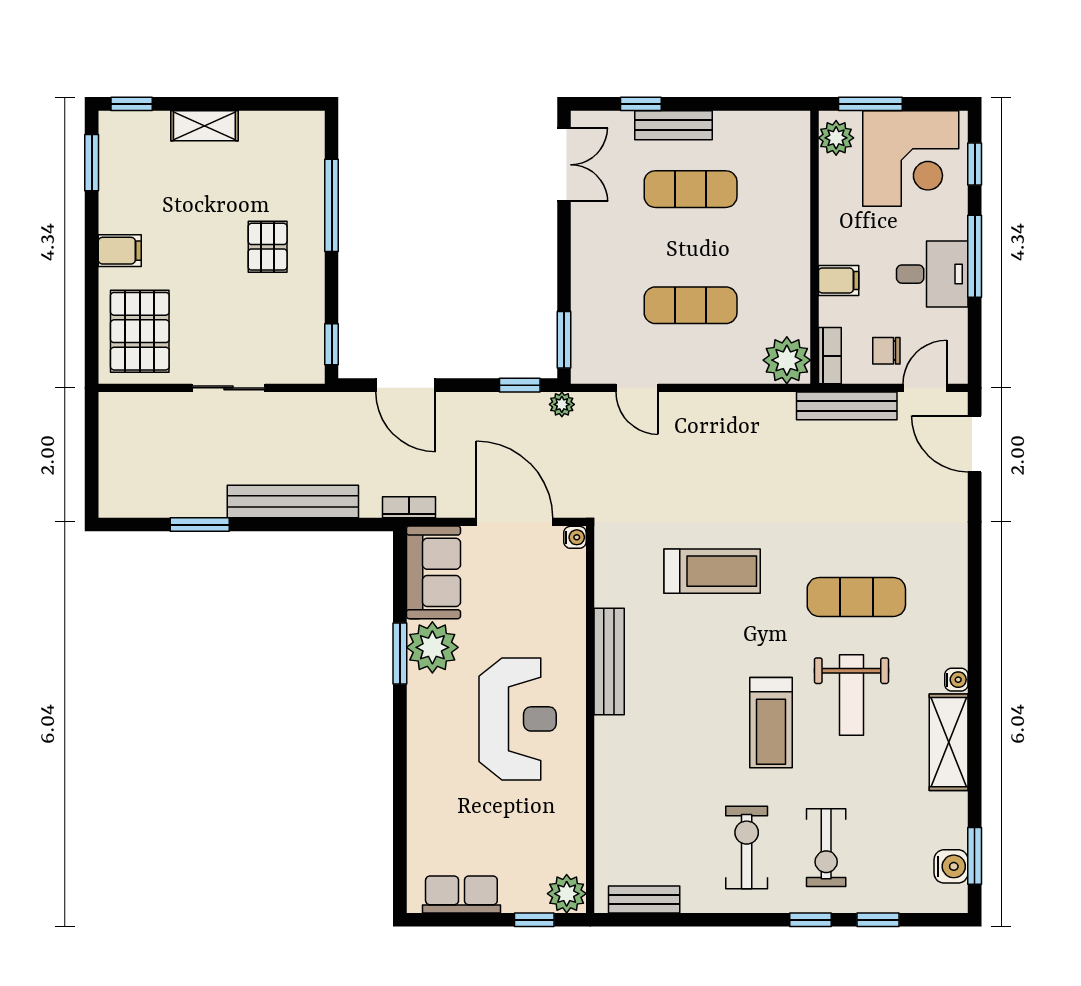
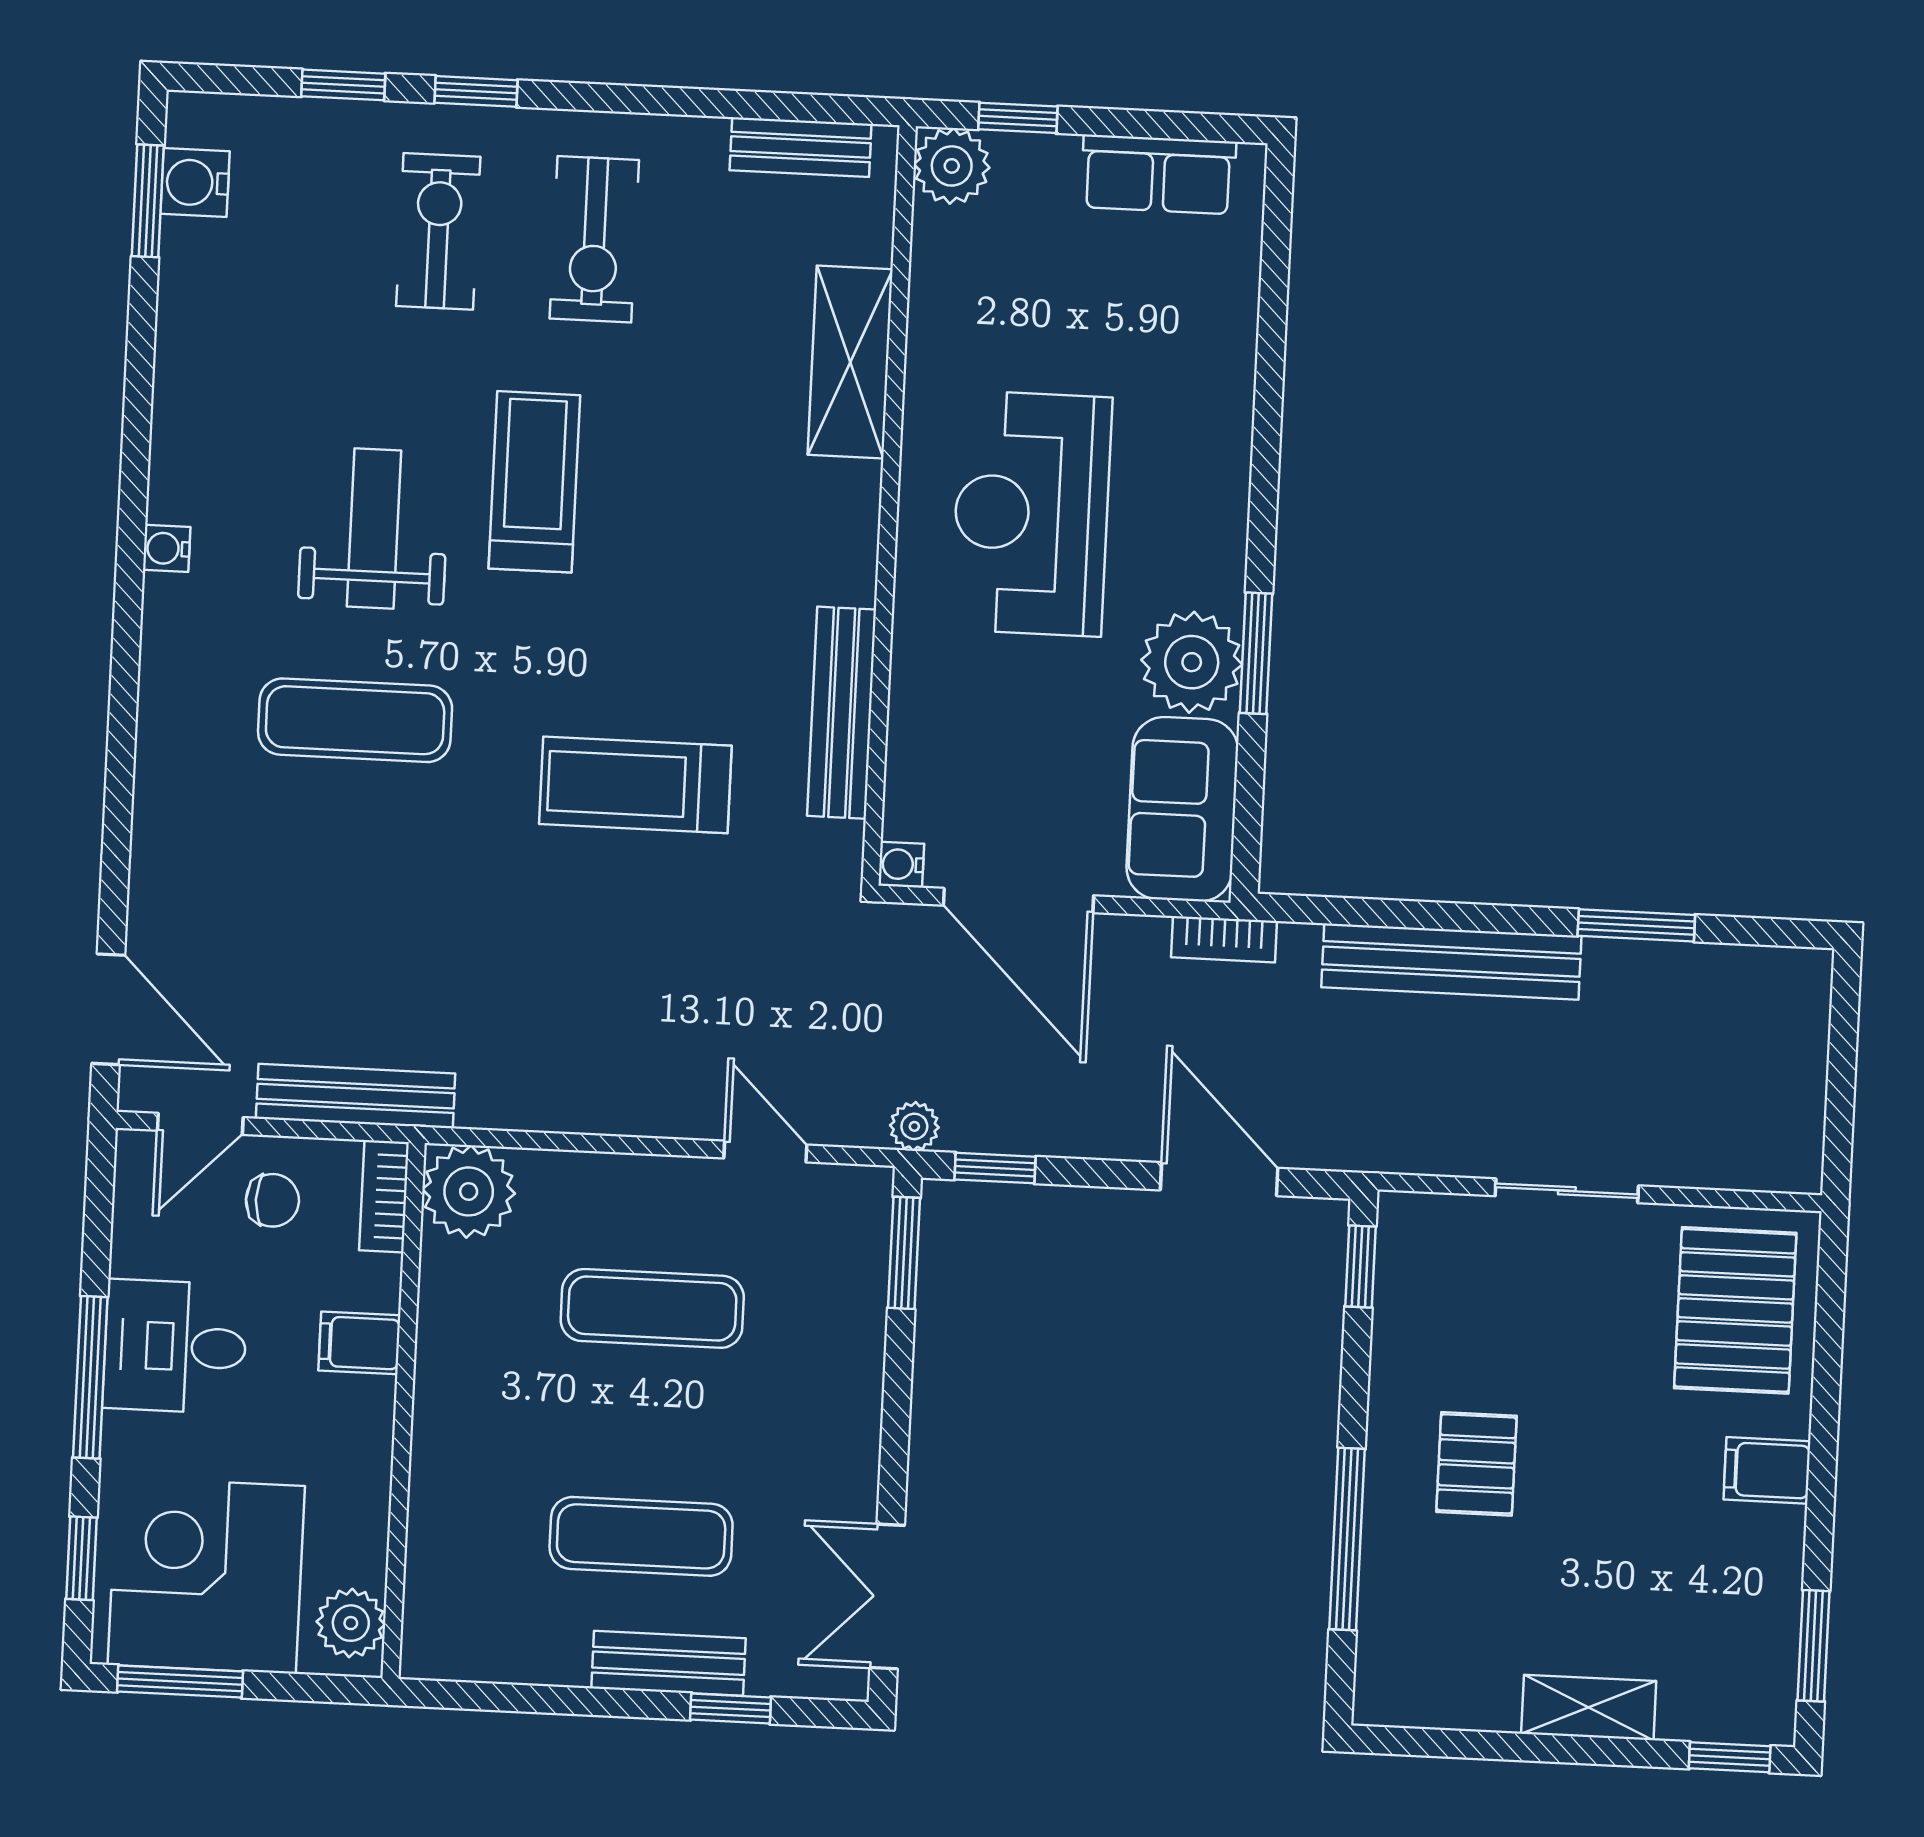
window: (870, 104) -> (180, 1682), moved
bench: (609, 661) -> (842, 713), moved
shelving: (949, 742) -> (850, 362), moved

